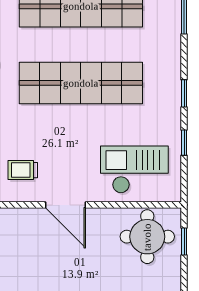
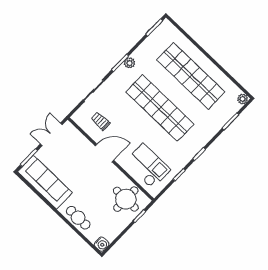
door: (66, 205) -> (104, 153), swing flipped

